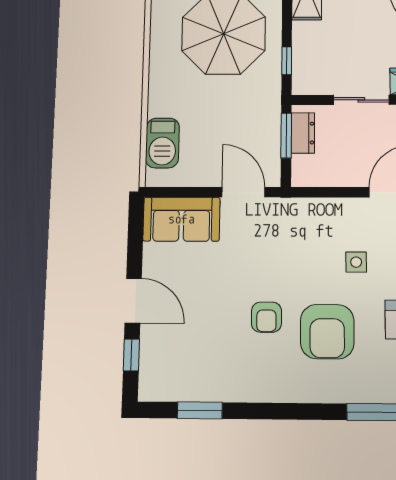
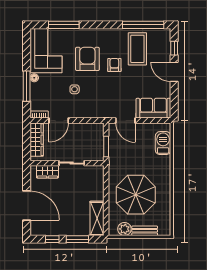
window: (287, 61) -> (106, 182), removed
dresser: (303, 133) -> (99, 148), removed
coffee table: (214, 354) -> (137, 49), added
window: (200, 410) -> (143, 25), width x2.11

